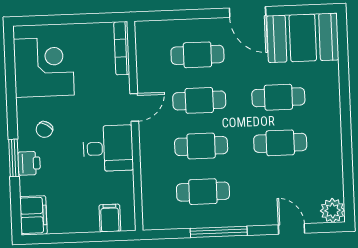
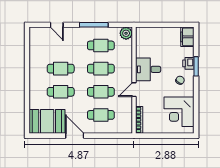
plant: (333, 210) -> (126, 33), moved
filing cabinet: (110, 218) -> (149, 34), removed

